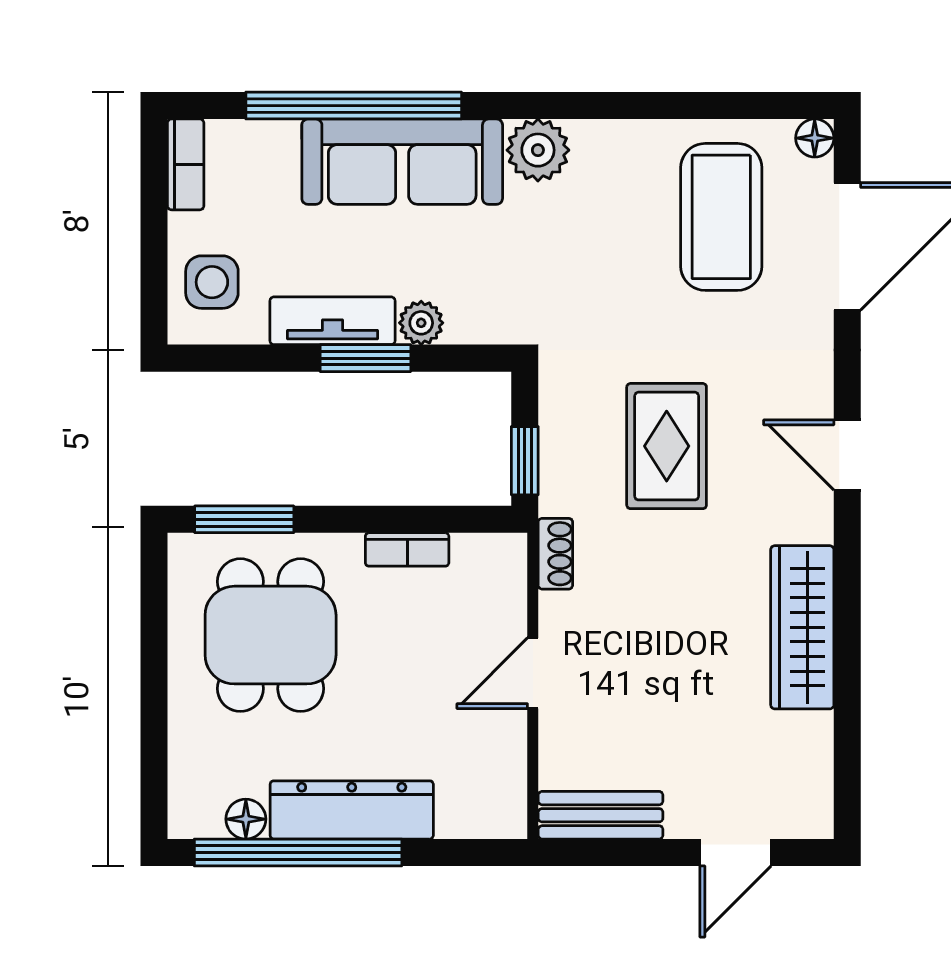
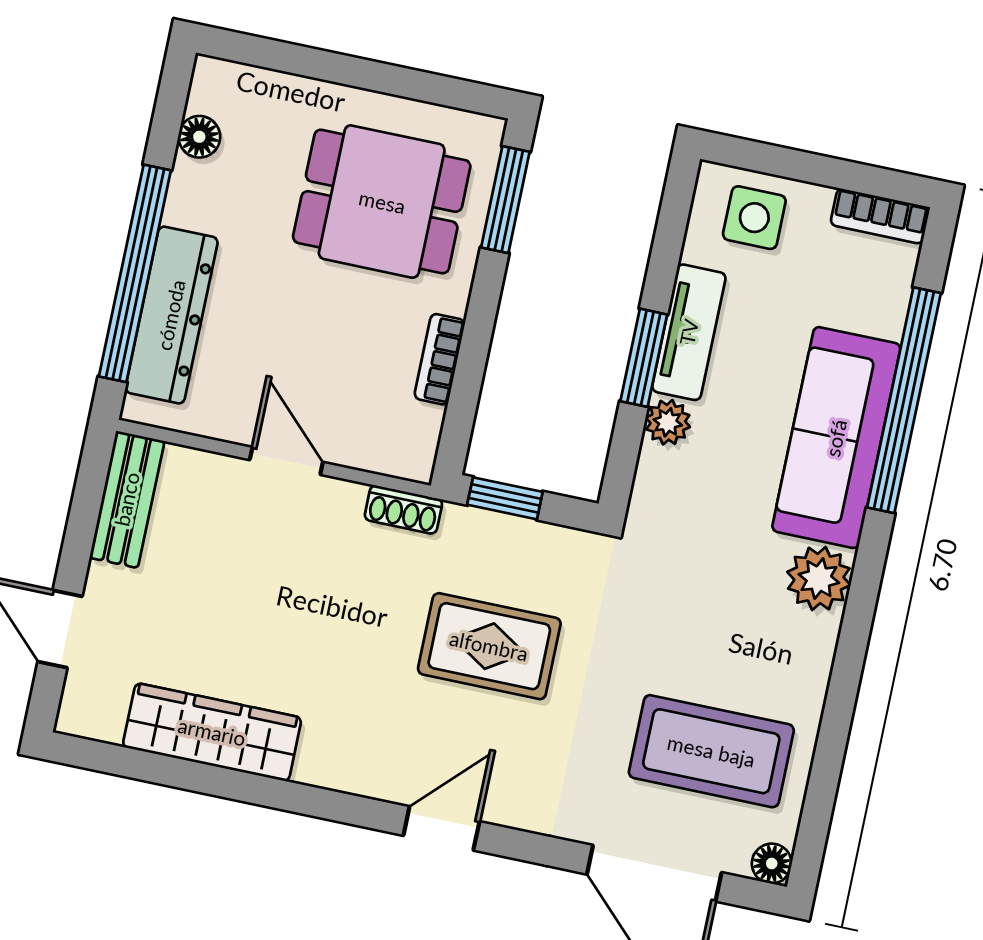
wardrobe: (802, 627) -> (212, 732), moved
dresser: (352, 810) -> (171, 315), moved
window: (298, 852) -> (135, 273), moved

